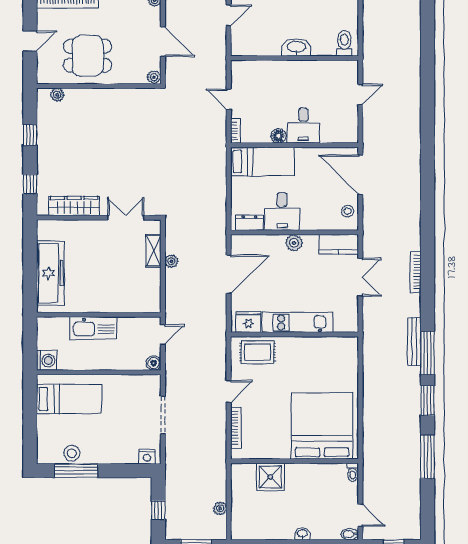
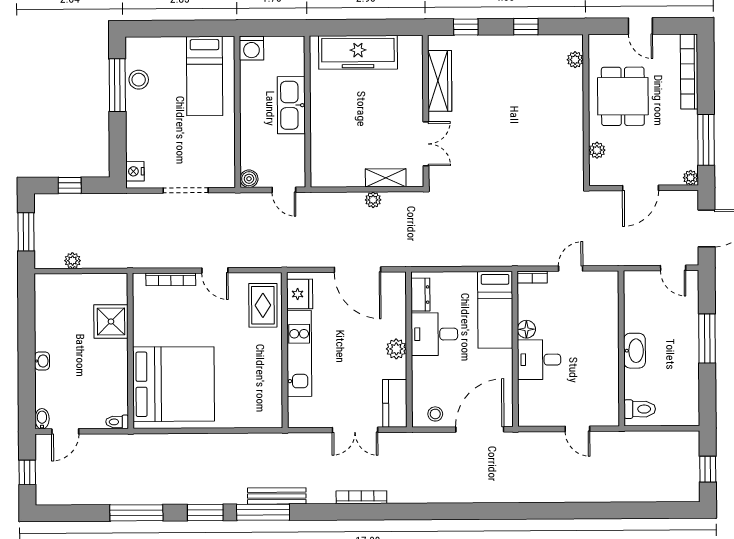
plant: (154, 77) -> (597, 150), moved

